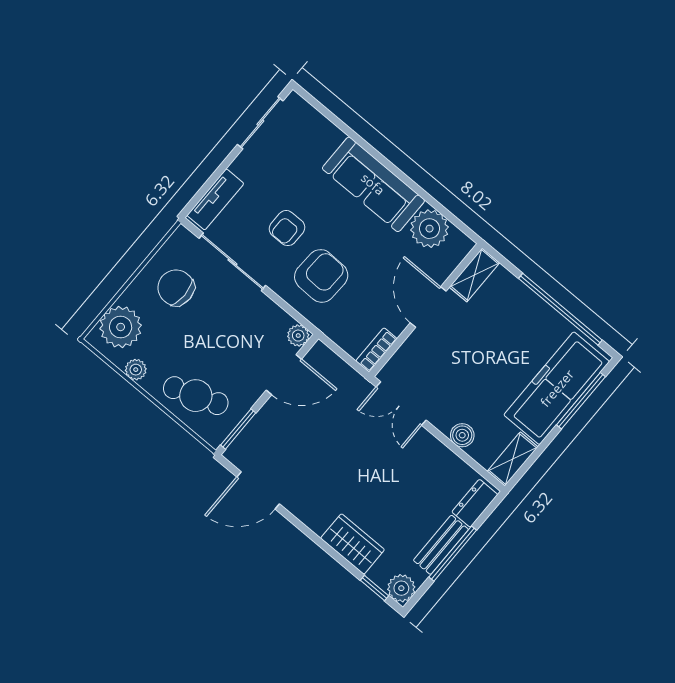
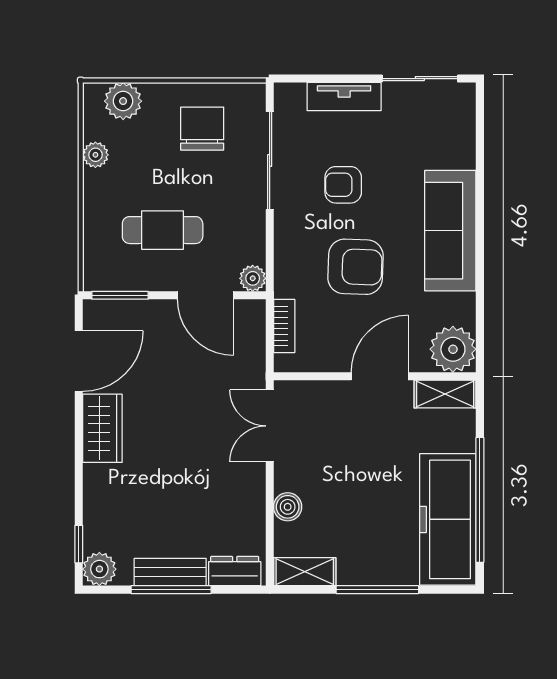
tv unit: (215, 199) -> (344, 97), moved
plant: (429, 229) -> (453, 349), moved
armchair: (321, 276) -> (355, 267), moved
plant: (121, 327) -> (123, 101), width x0.73, depth x0.73
bookcase: (377, 350) -> (284, 326), moved, turned 90
freezer: (557, 388) -> (448, 519), moved, turned -90
cafe table: (196, 396) -> (163, 230), moved, turned -70
window: (581, 401) -> (377, 590), moved
door: (258, 490) -> (79, 361), swing flipped
wardrobe: (353, 544) -> (102, 428), moved

